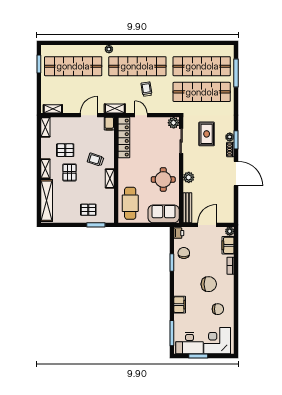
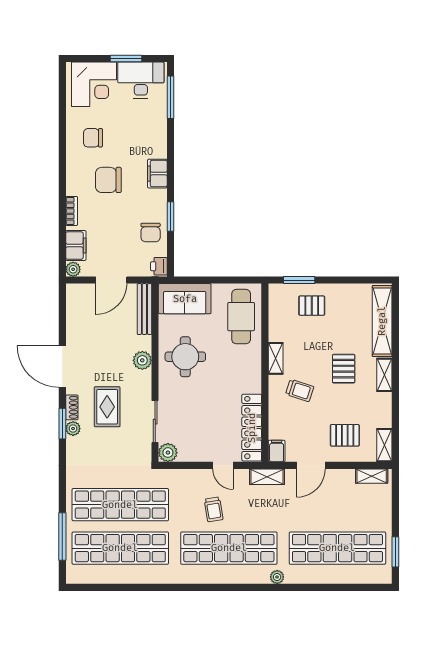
rug: (207, 134) -> (107, 407), moved
pallet: (65, 150) -> (345, 435), moved
filing cabinet: (180, 305) -> (157, 174), moved

